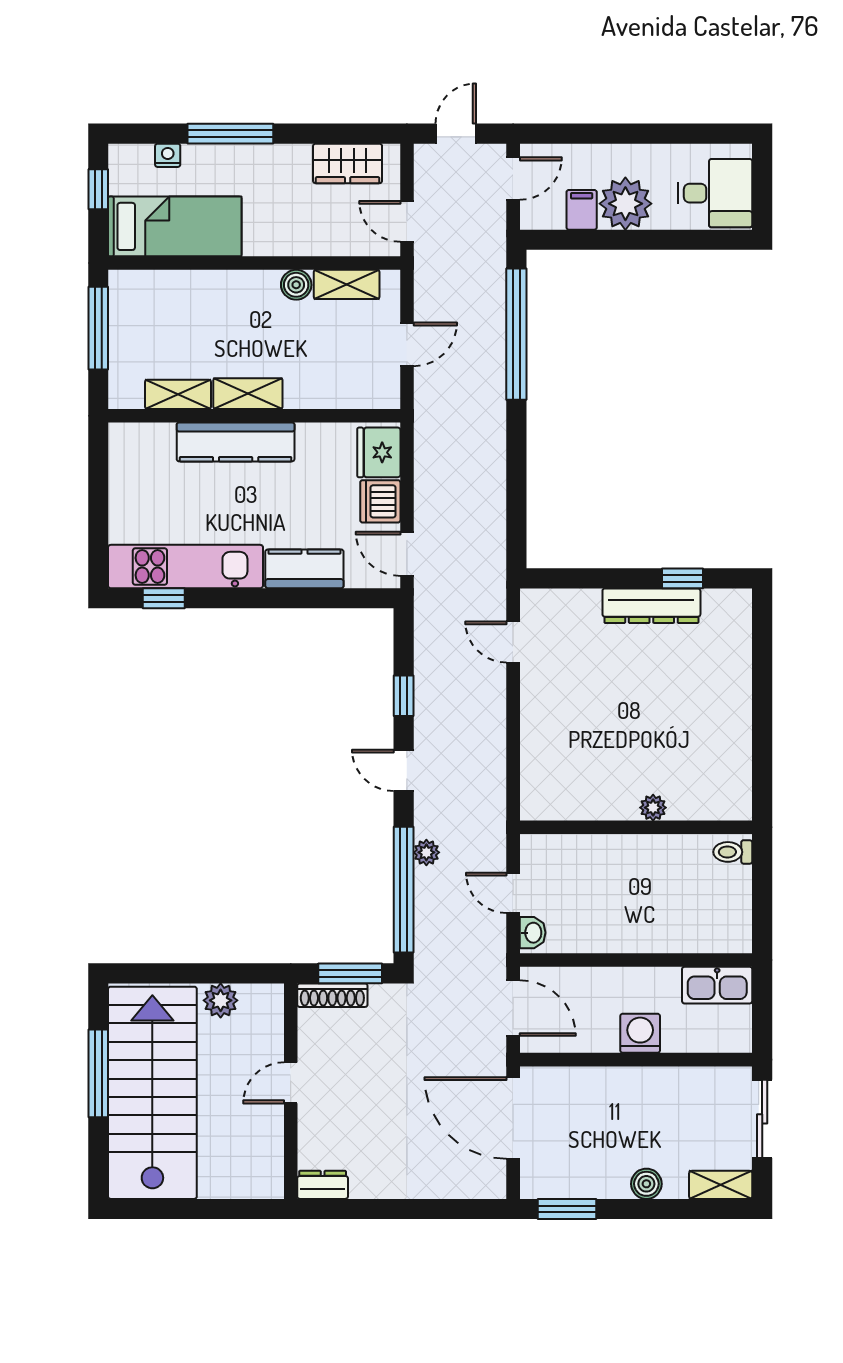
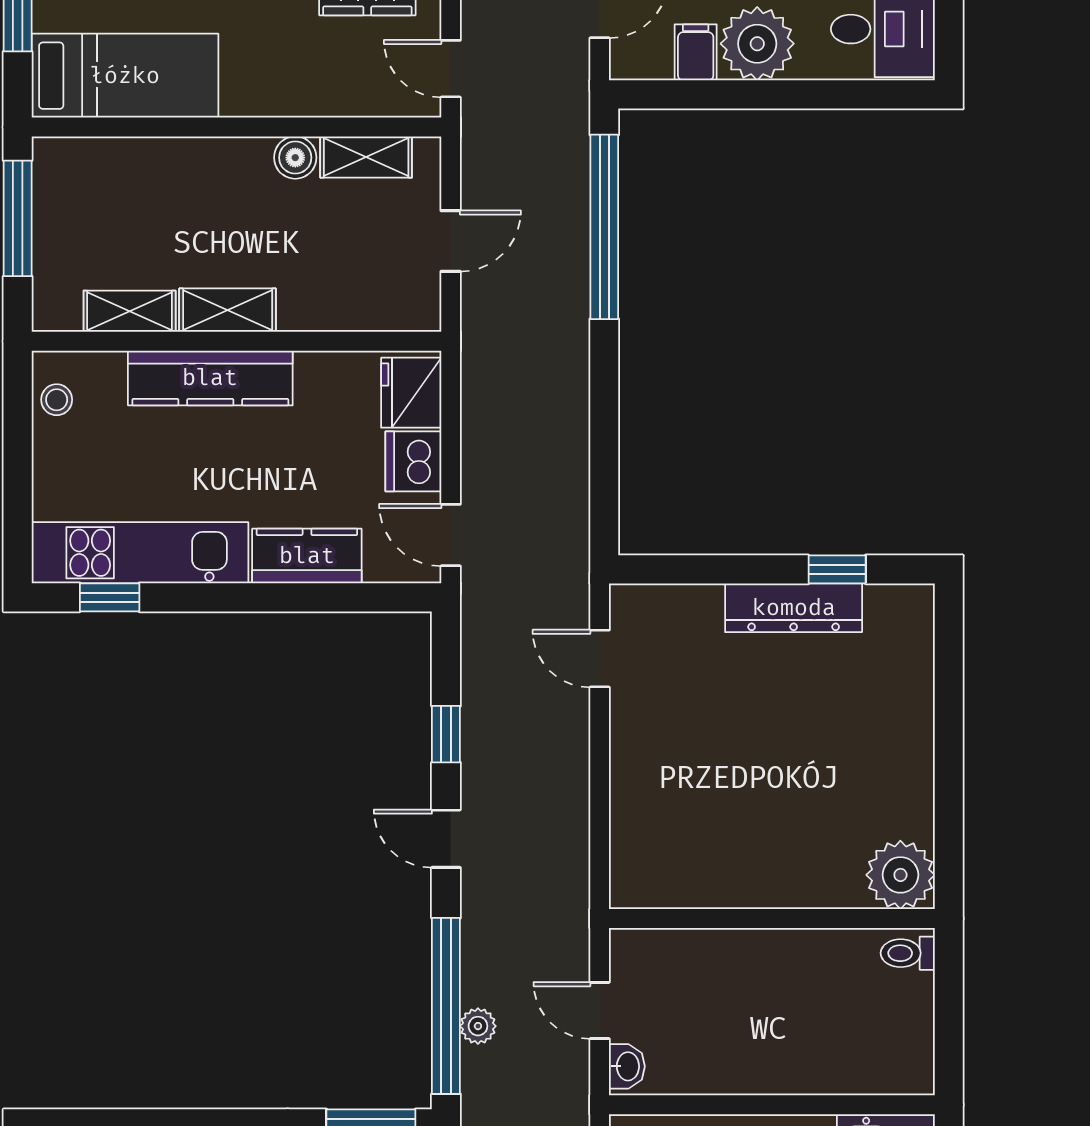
stool: (126, 457) -> (57, 400), added
plant: (653, 808) -> (900, 875), moved, width x1.88, depth x1.88
plant: (426, 852) -> (478, 1026), moved

